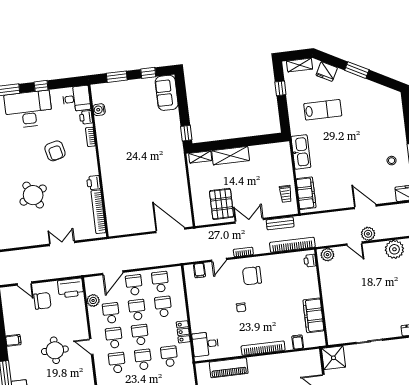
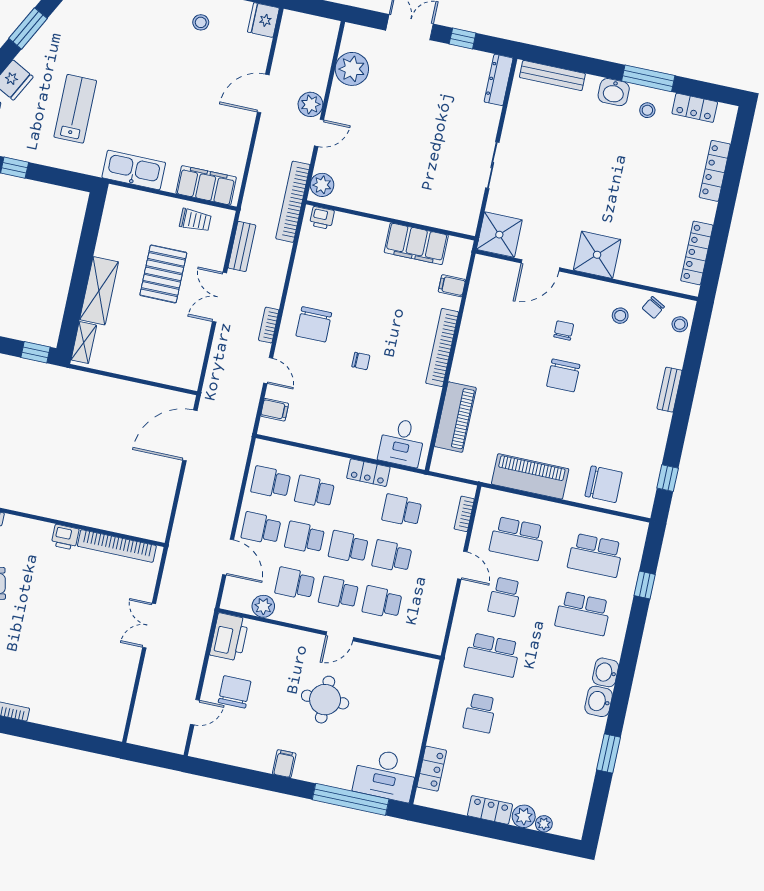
round table: (33, 195) -> (51, 646), removed
pallet: (222, 204) -> (163, 274), moved, turned 90
bookcase: (292, 245) -> (293, 202), moved

